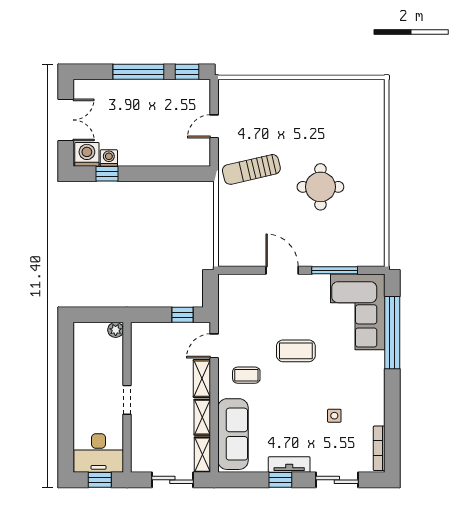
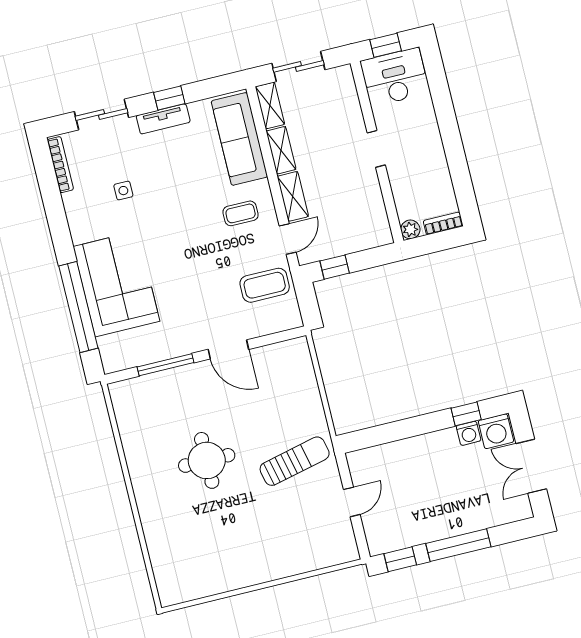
corner sofa: (358, 312) -> (116, 284), moved
bookcase: (88, 328) -> (443, 223), added
coffee table: (296, 351) -> (265, 285), moved

